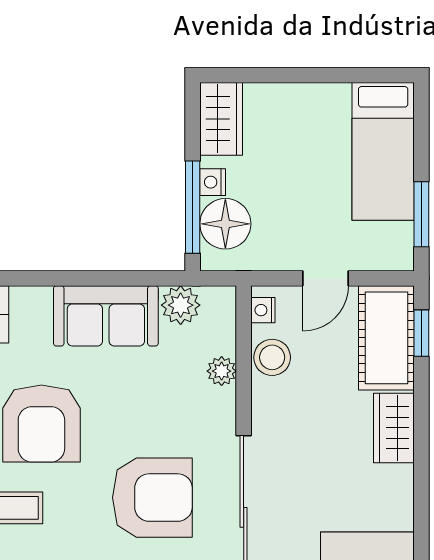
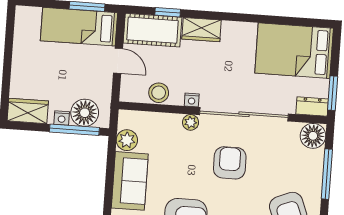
bed: (383, 151) -> (79, 27), moved, turned 180
nightstand: (263, 310) -> (192, 100), moved
window: (421, 333) -> (168, 12), moved
plant: (222, 371) -> (191, 122), moved
armchair: (152, 498) -> (230, 163), width x0.73, depth x0.73

